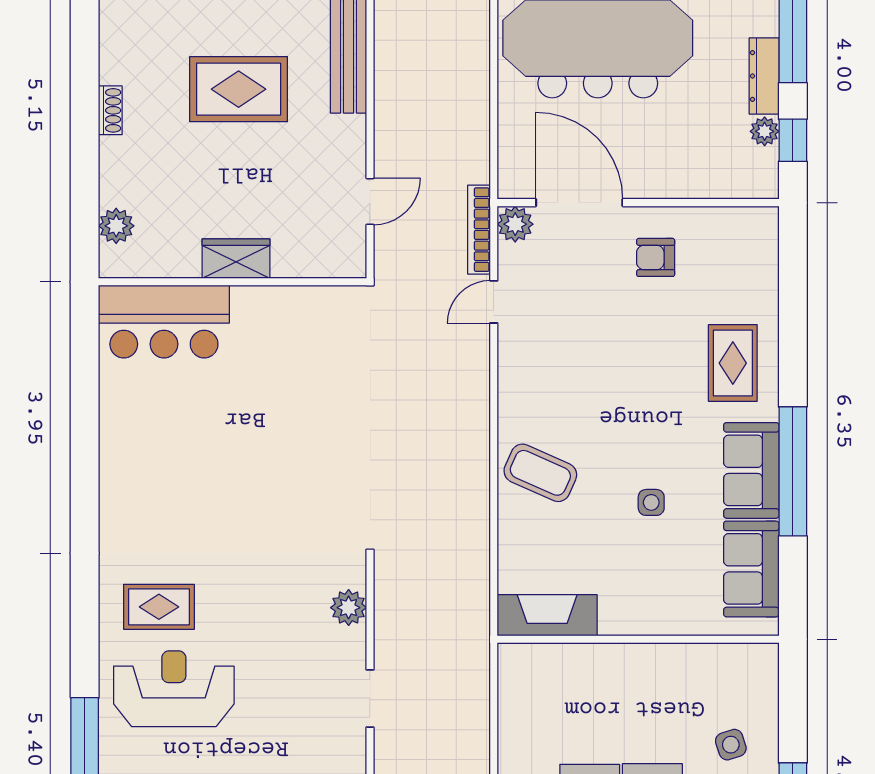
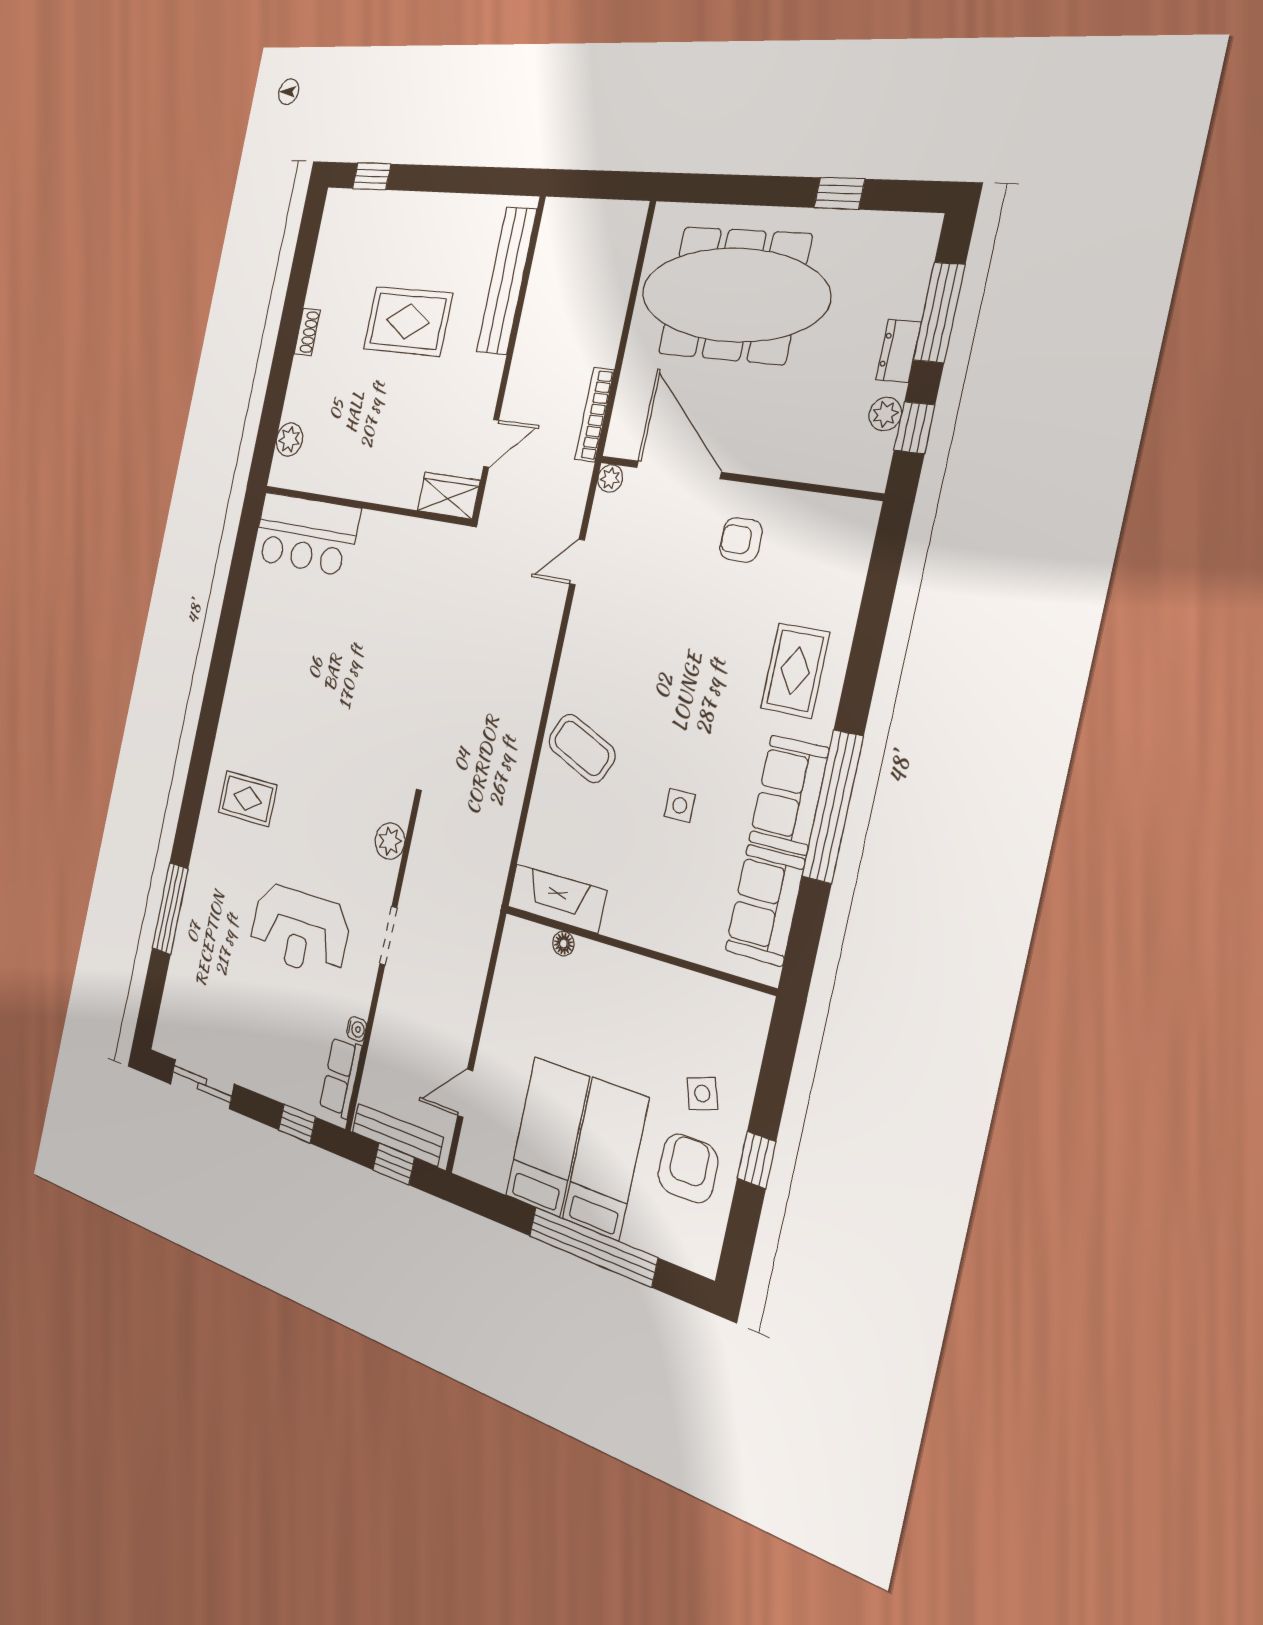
dresser: (764, 76) -> (898, 351), width x0.70
plant: (515, 224) -> (610, 478), width x0.73, depth x0.73
bookcase: (479, 230) -> (594, 415), moved
wardrobe: (236, 259) -> (449, 496), moved
floor lamp: (564, 654) -> (564, 944), added
reception desk: (174, 689) -> (300, 930), moved, turned 180

